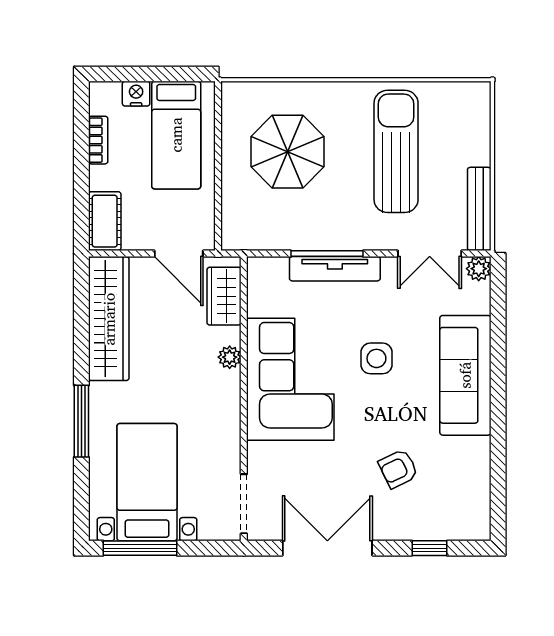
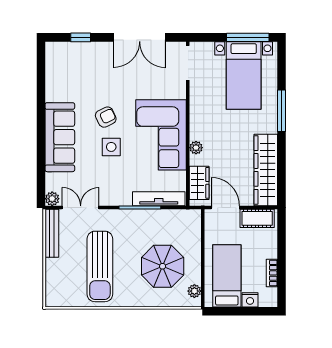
plant: (232, 109) -> (194, 291), added
cot: (105, 221) -> (257, 218), moved, turned 90
tv unit: (335, 269) -> (159, 199), moved
armchair: (398, 469) -> (106, 117), moved

